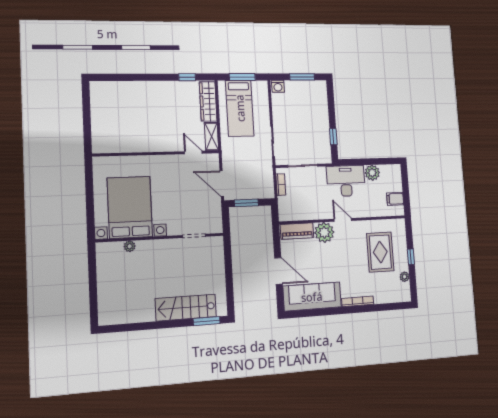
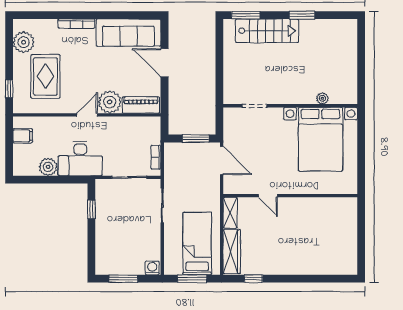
door: (193, 152) -> (268, 196), moved
door: (343, 220) -> (87, 115), swing flipped
window: (411, 257) -> (9, 89), moved
plant: (405, 277) -> (24, 42), width x1.88, depth x1.88
window: (153, 325) -> (302, 15), added

